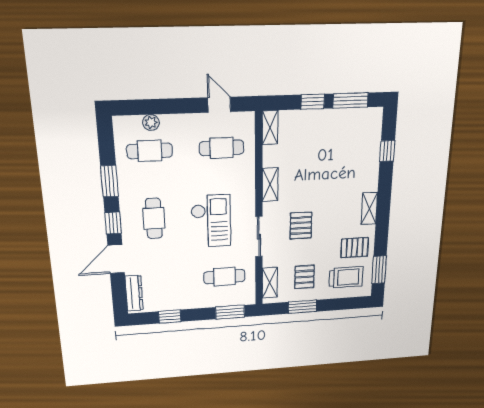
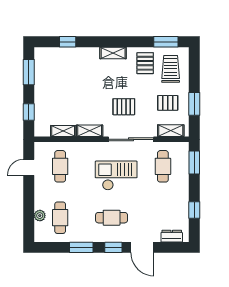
window: (313, 102) -> (29, 112), moved
shelving: (270, 128) -> (63, 131), moved
sliding door: (259, 237) -> (131, 139), width x1.37
dresser: (134, 293) -> (172, 236), width x0.70

